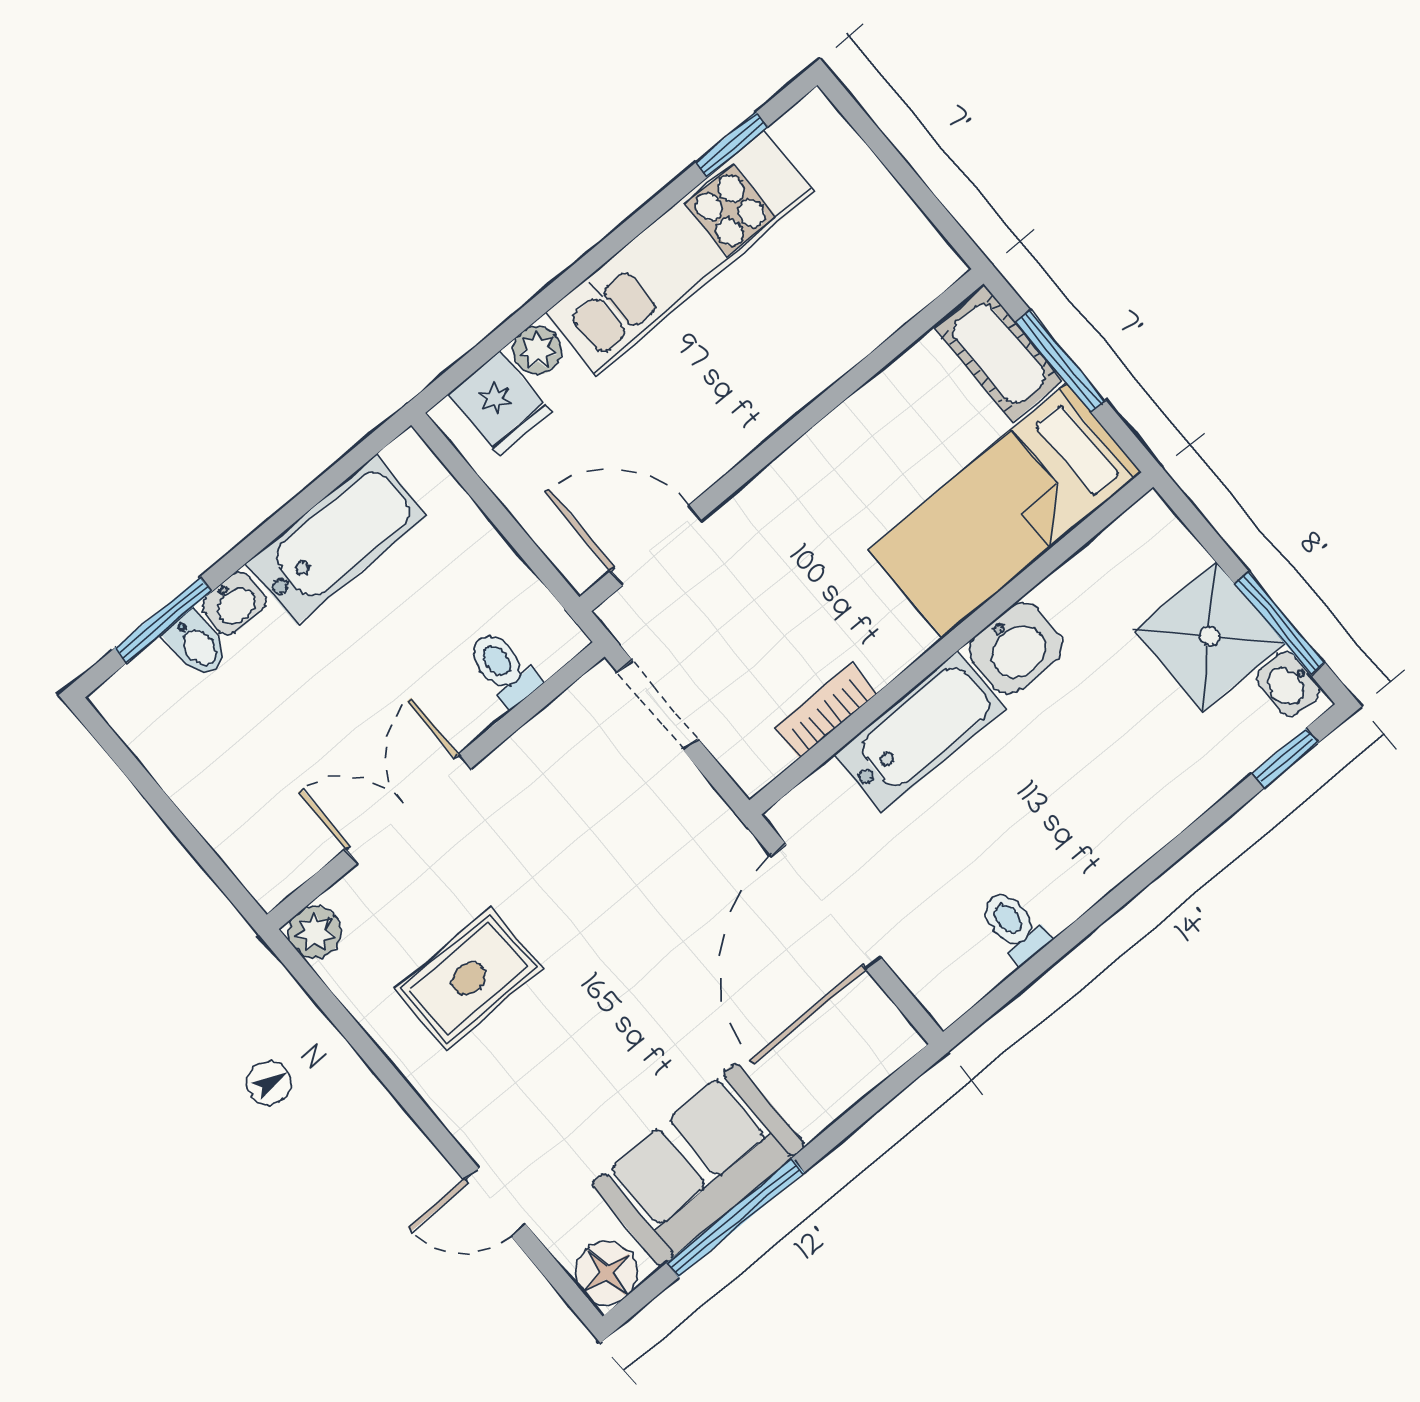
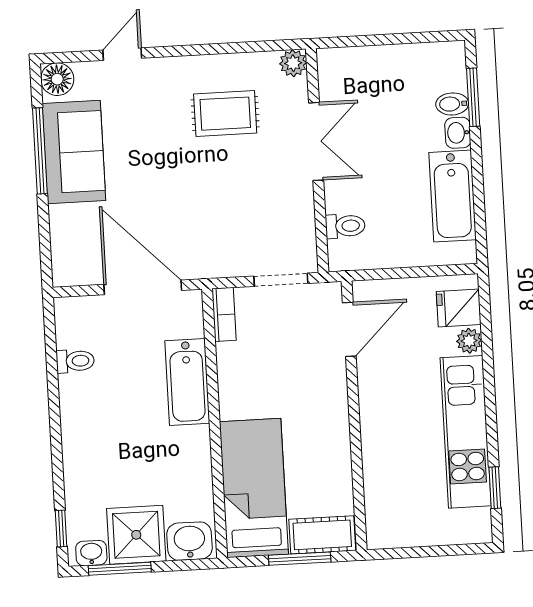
washbasin: (1016, 648) -> (189, 541), moved, turned 90
bookcase: (826, 710) -> (224, 314), moved
rug: (468, 978) -> (225, 114), turned 90

